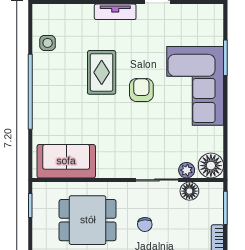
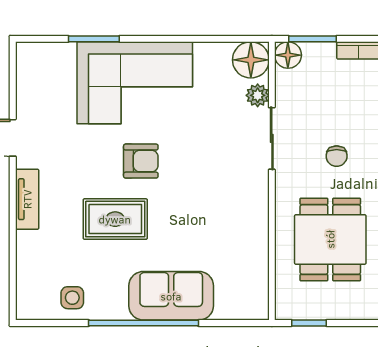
armchair: (141, 90) -> (141, 161), turned 180
sofa: (66, 161) -> (171, 296), moved, turned 90
floor lamp: (189, 191) -> (288, 55), moved
chair: (145, 224) -> (337, 156), turned 93

